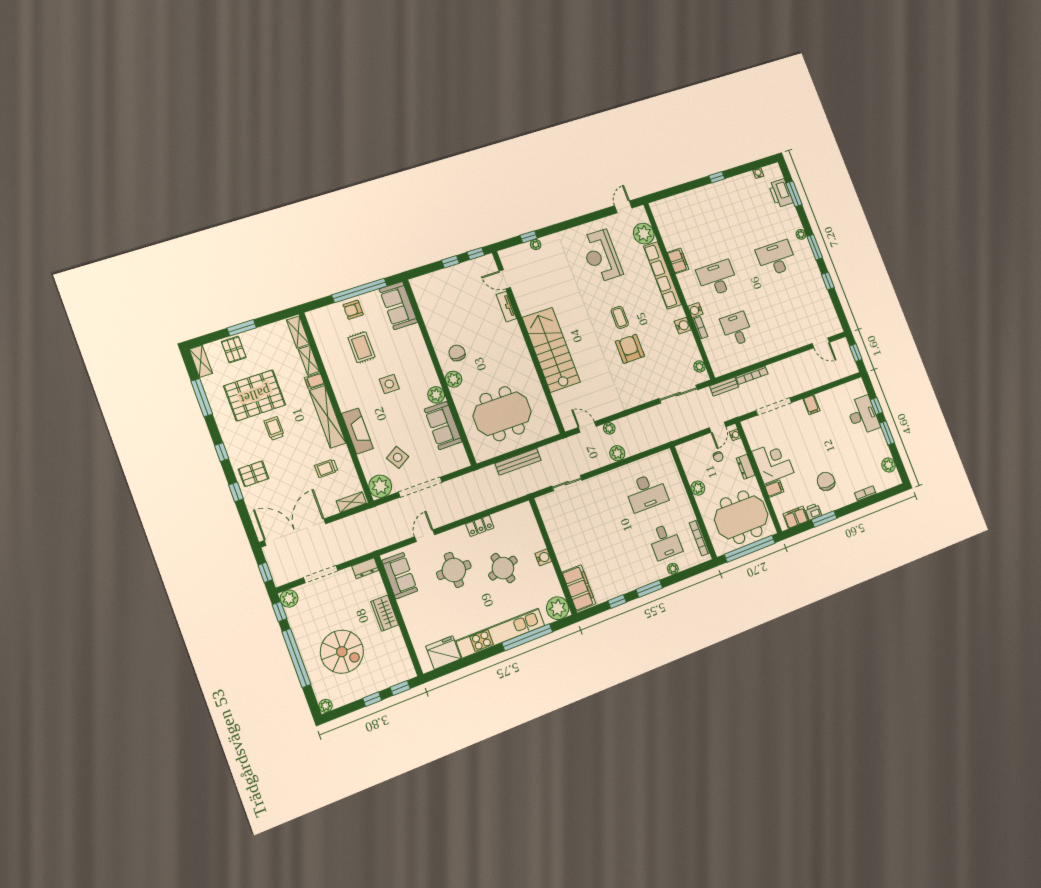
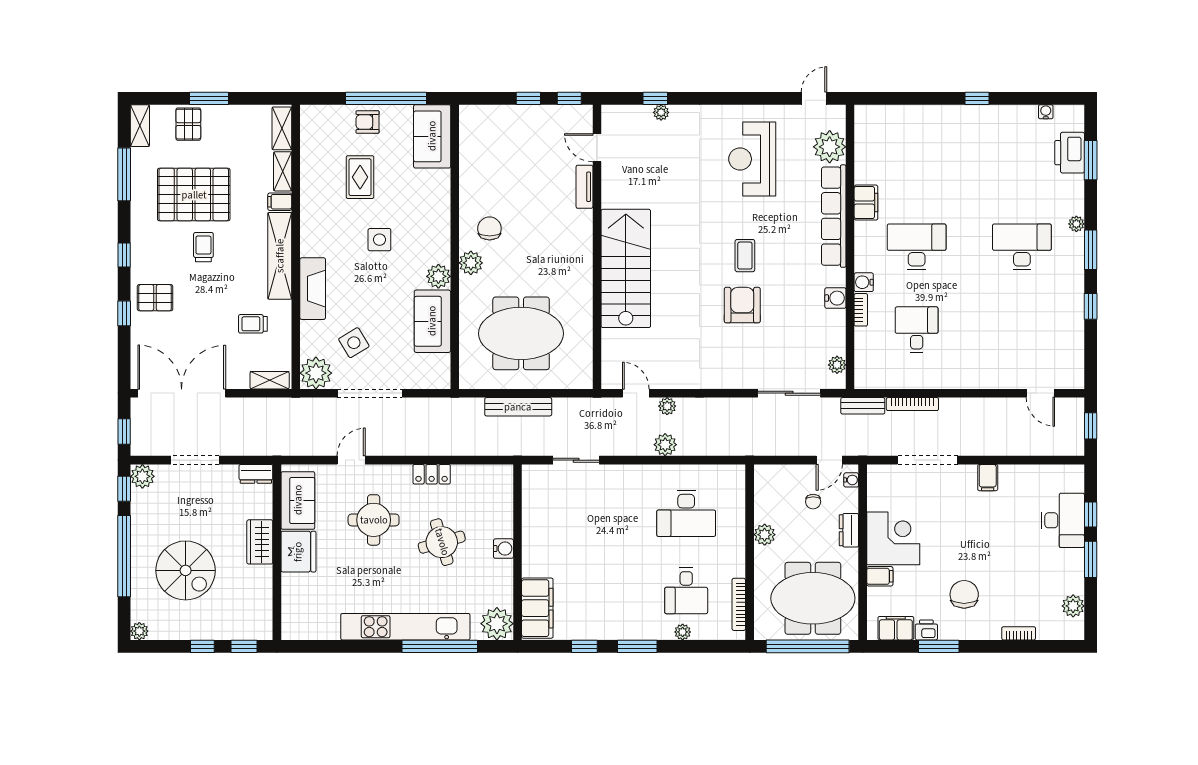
fridge: (443, 652) -> (298, 552), moved, turned 90

